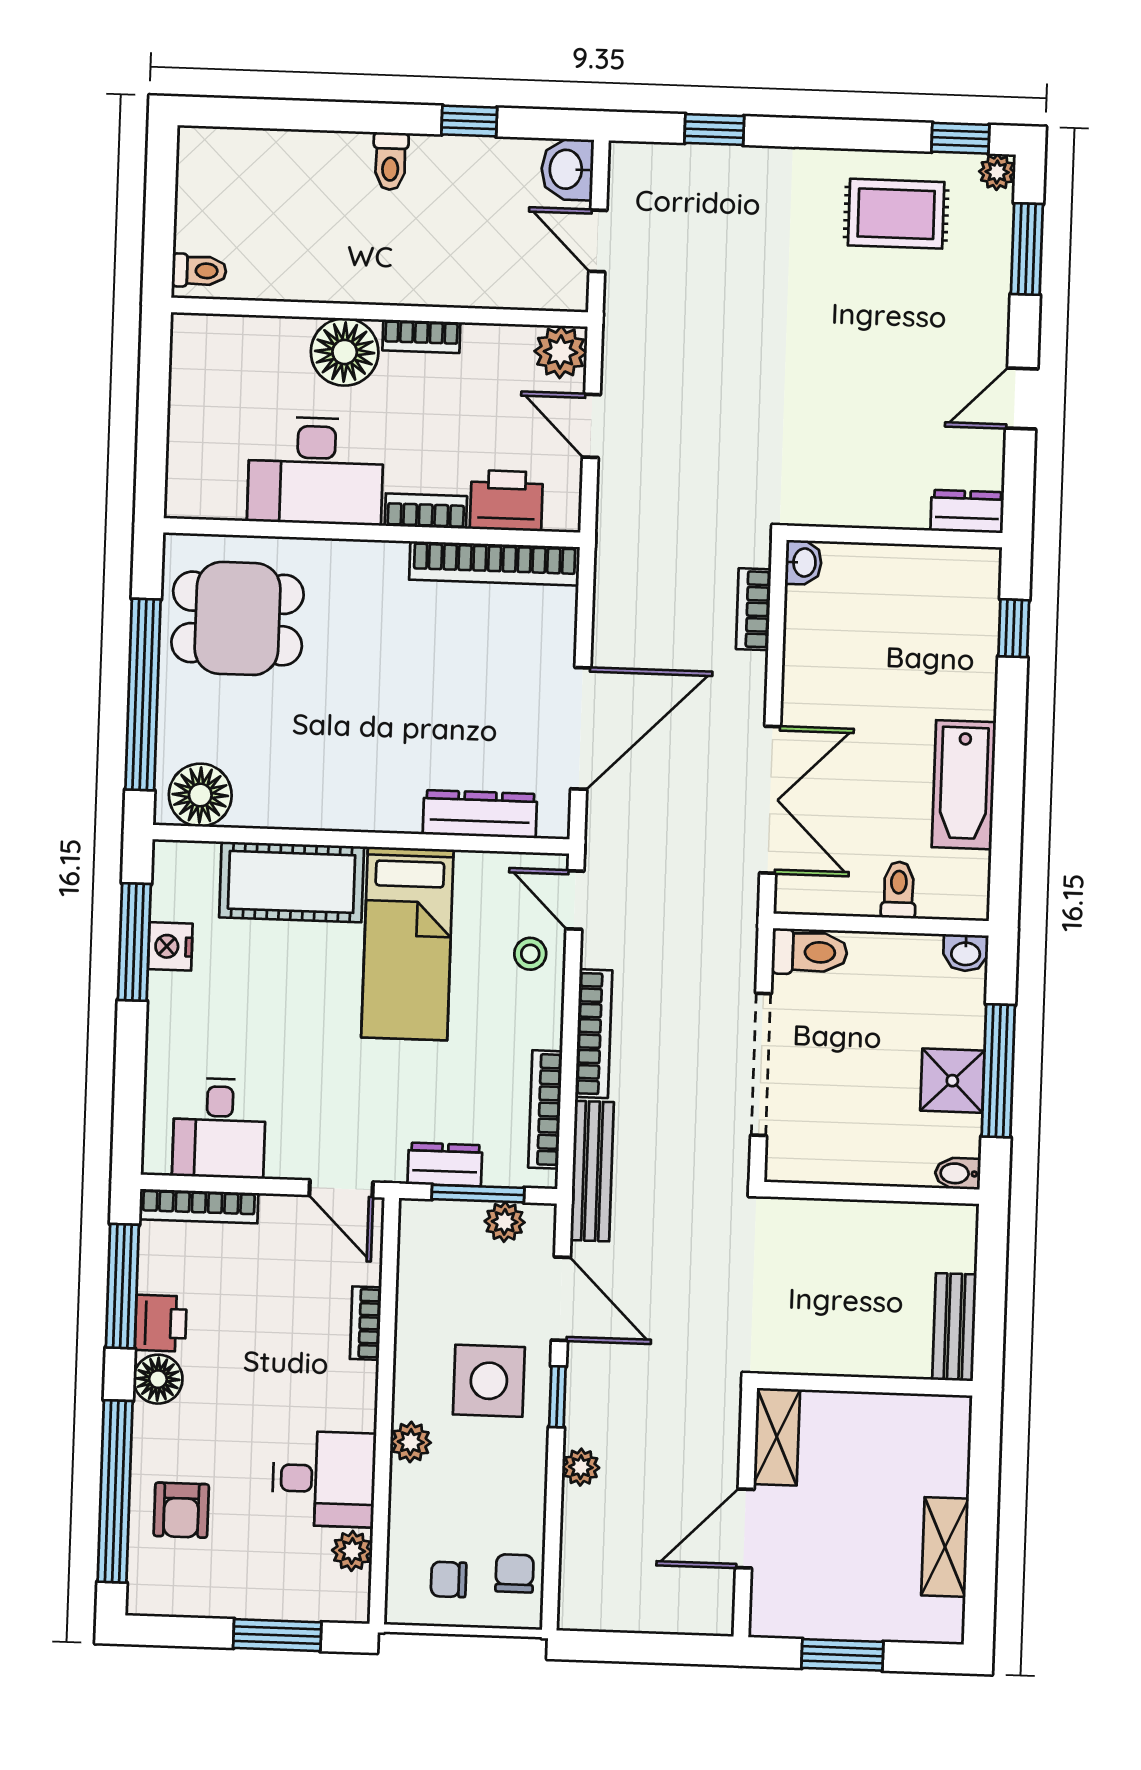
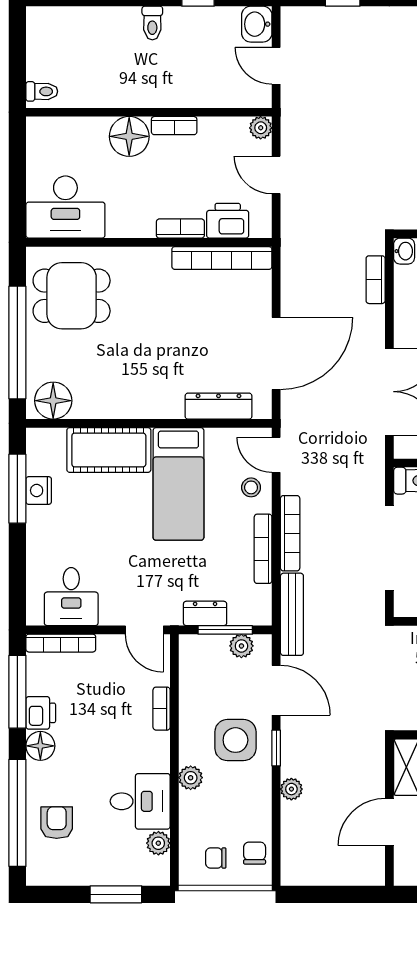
plant: (560, 352) -> (261, 128), width x0.73, depth x0.73
desk: (316, 471) -> (65, 207), moved
bookcase: (545, 1109) -> (263, 549), moved
armchair: (181, 1510) -> (57, 823), turned 180

